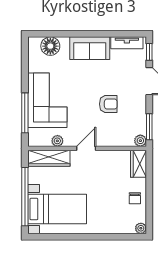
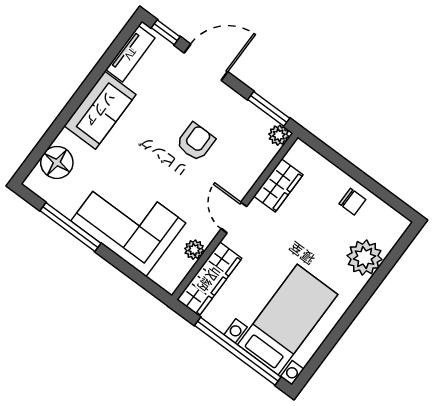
window: (25, 113) -> (70, 227), moved
wardrobe: (138, 164) -> (278, 185), moved, turned -90
plant: (141, 228) -> (365, 258), moved, width x1.88, depth x1.88

